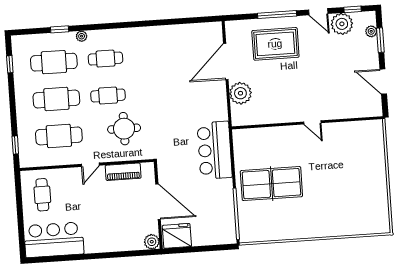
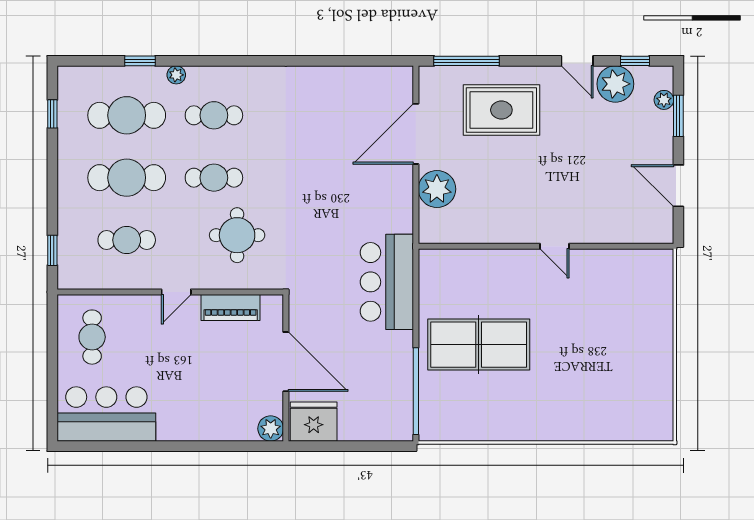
window: (277, 15) -> (467, 61), moved
cafe table: (59, 136) -> (127, 240), width x0.73, depth x0.74

